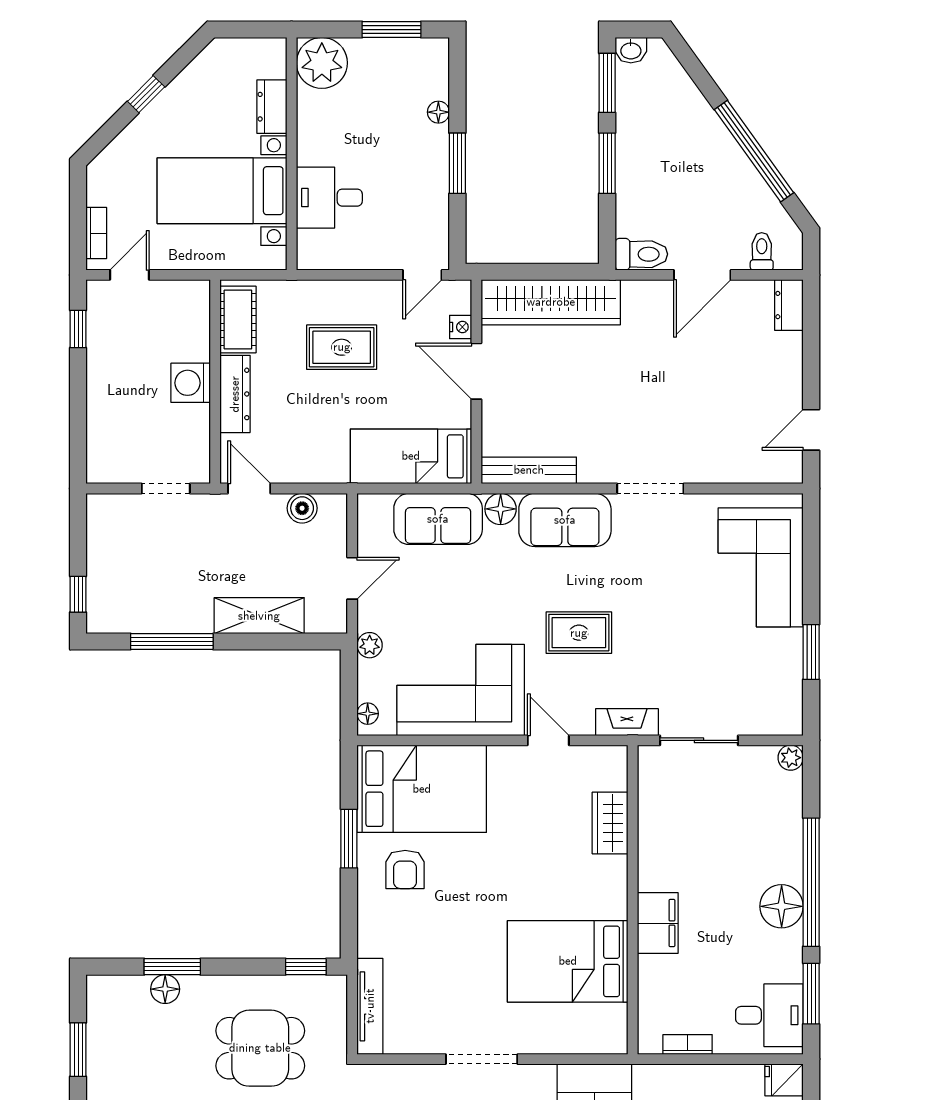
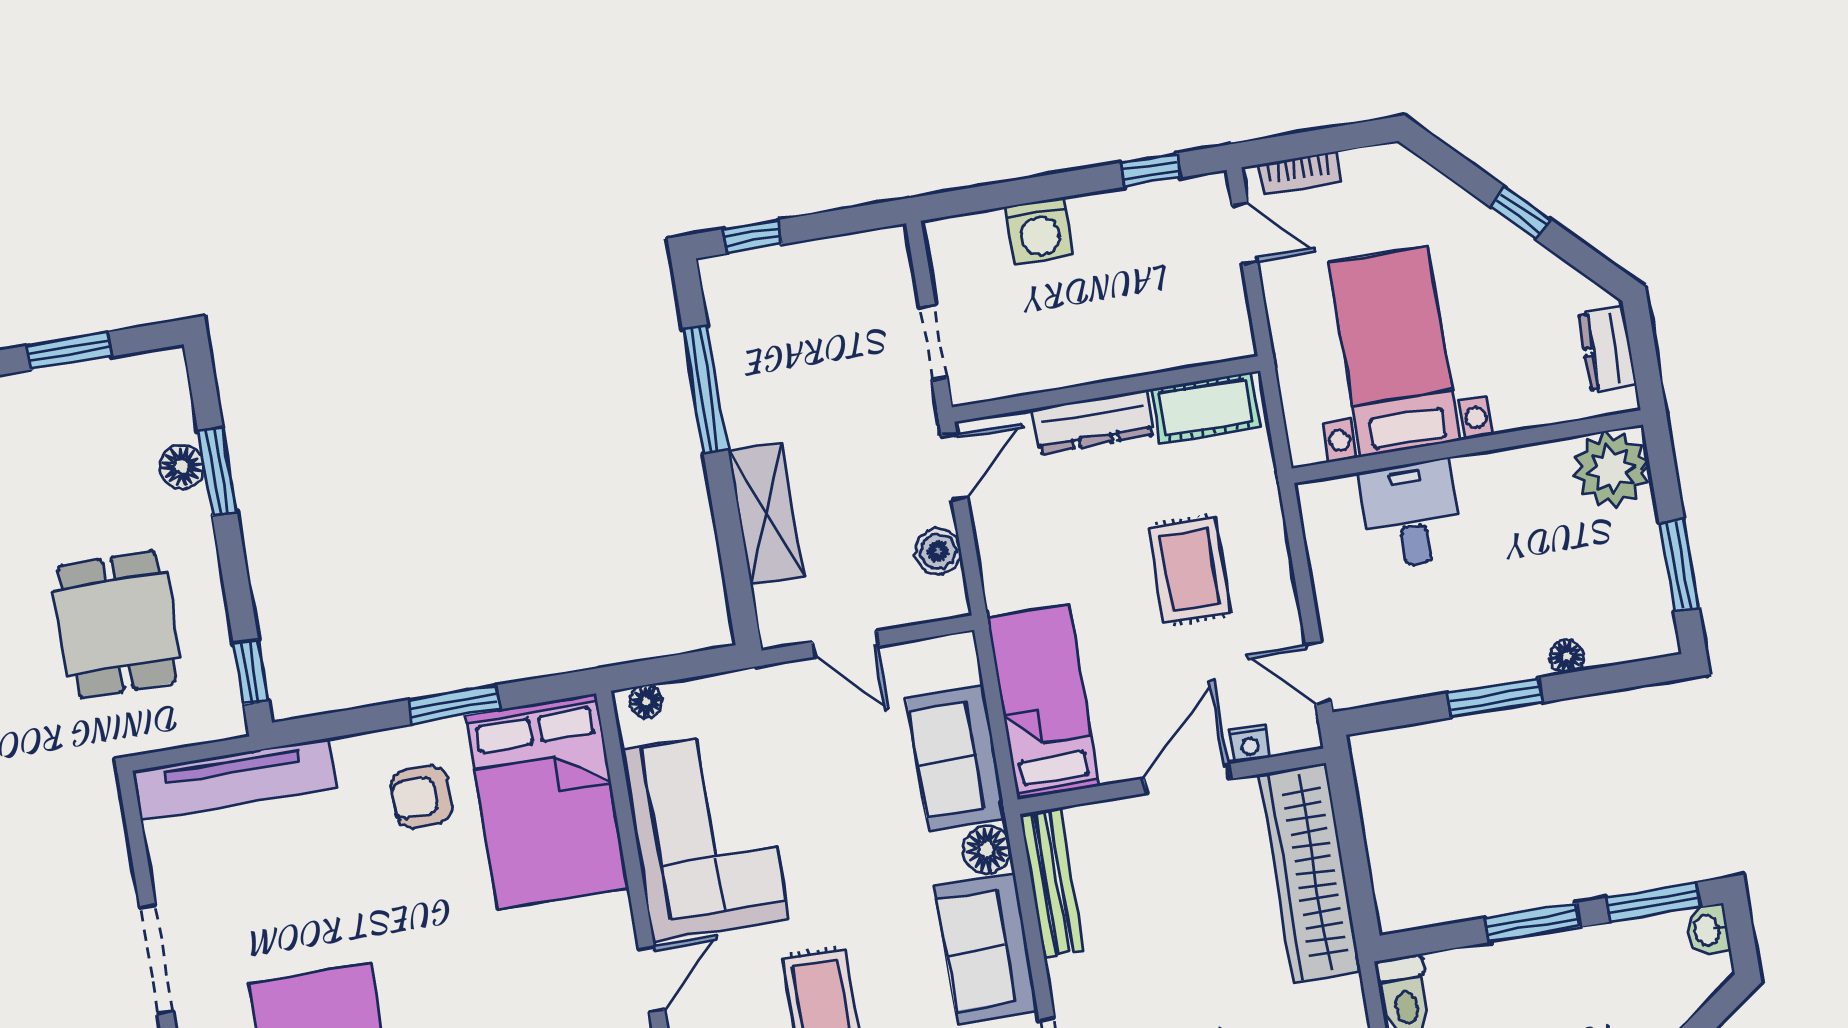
dresser: (272, 107) -> (1607, 349), moved, turned -90
washing machine: (191, 383) -> (1039, 231), moved, turned 180
plant: (370, 645) -> (749, 687), removed
tv unit: (370, 1006) -> (234, 779), width x1.36, depth x1.29

